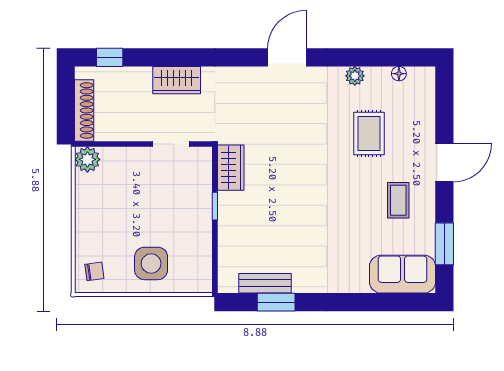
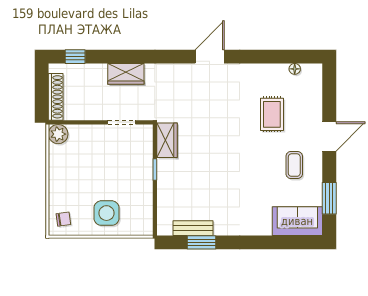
plant: (355, 76) -> (261, 71), removed

